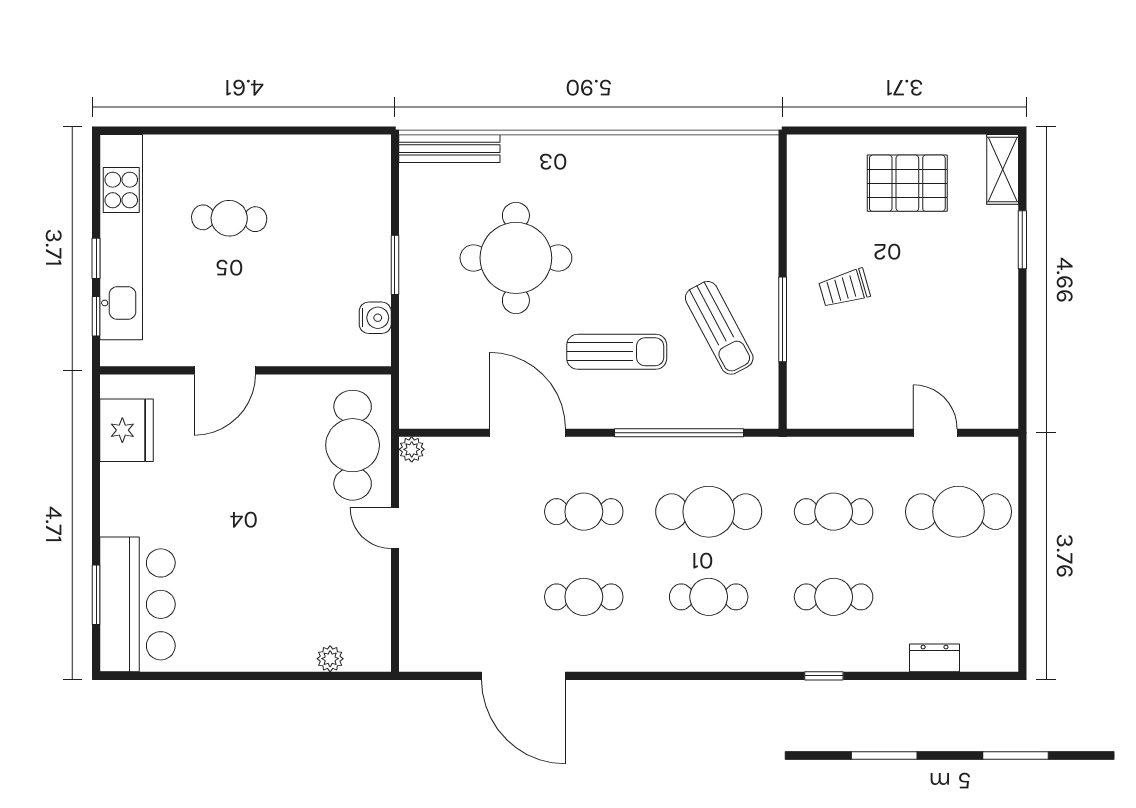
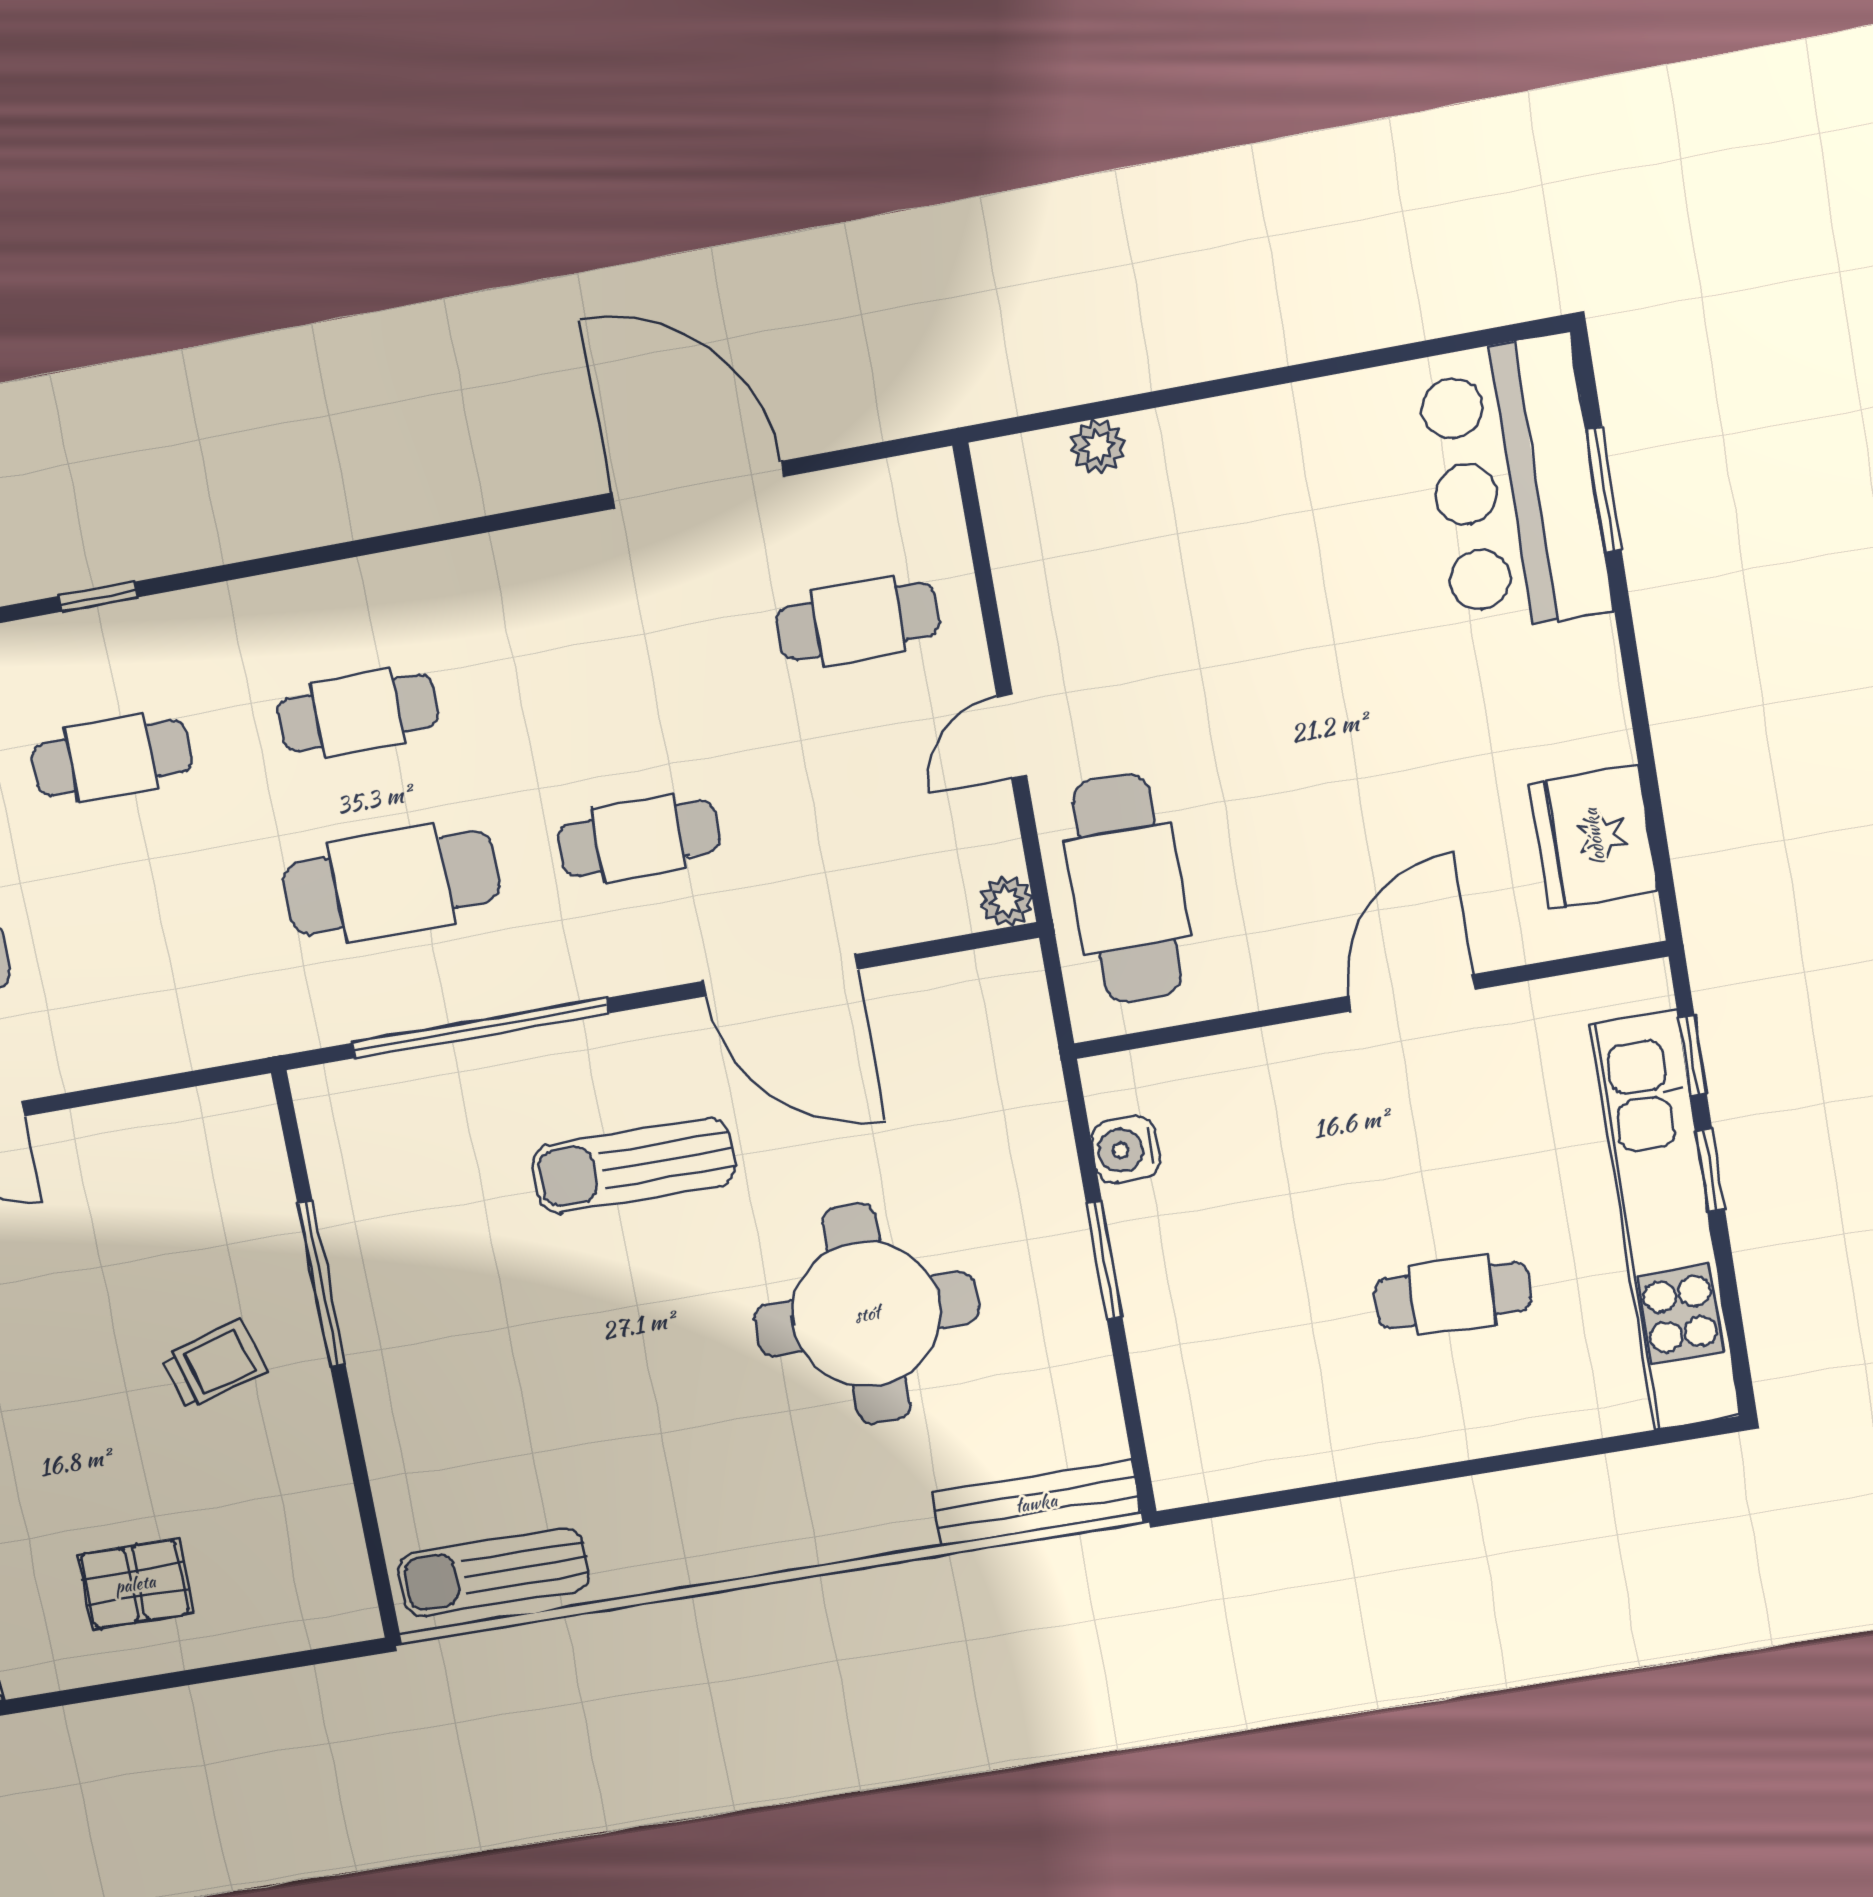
pallet: (907, 183) -> (135, 1584), width x0.67, depth x0.71
sun lounger: (719, 328) -> (494, 1572), moved, turned -62
cafe table: (834, 512) -> (146, 927), removed
door: (395, 528) -> (1012, 737), swing flipped
cafe table: (584, 597) -> (858, 621), moved

